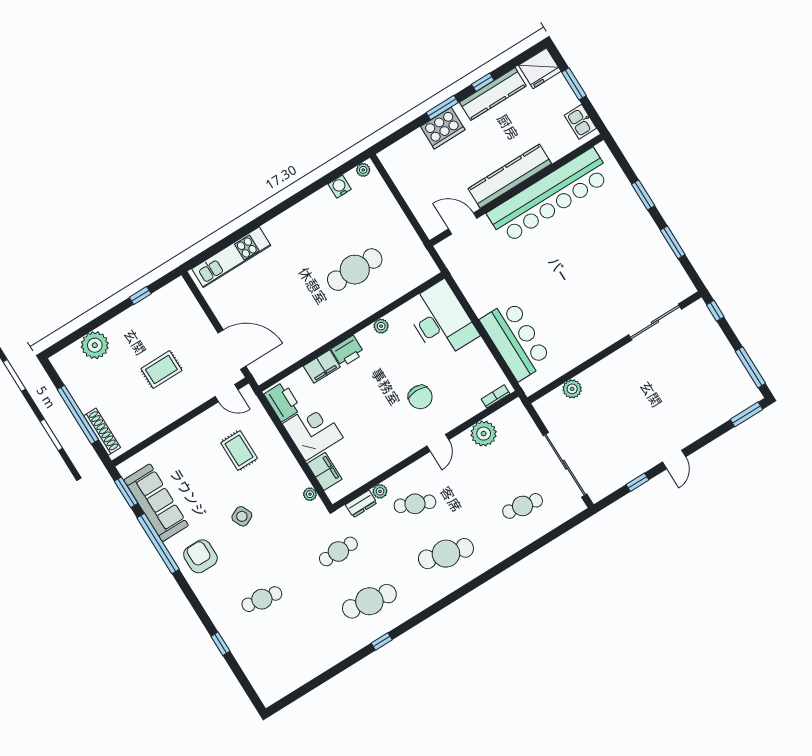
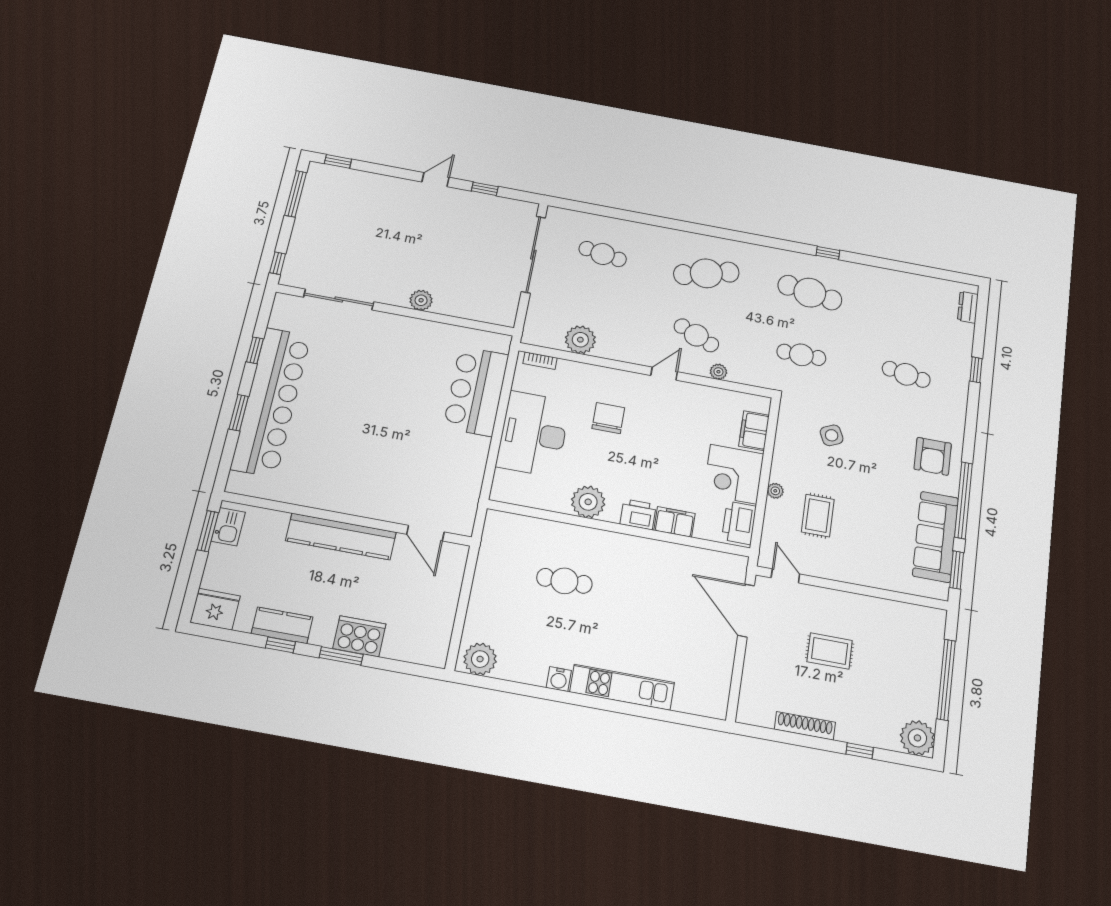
window: (574, 84) -> (208, 531), moved
kitchen counter: (493, 94) -> (282, 625), width x0.67
plant: (363, 170) -> (480, 659), width x1.87, depth x1.87
water cooler: (340, 187) -> (559, 679), moved
bar counter: (549, 196) -> (271, 402), moved, turned 90
window: (673, 242) -> (255, 350), width x0.67
kitchen unit: (231, 257) -> (622, 687), moved
cafe table: (355, 270) -> (564, 581), width x0.73, depth x0.74
window: (140, 296) -> (860, 751), moved
desk: (441, 320) -> (533, 434), moved
plant: (381, 326) -> (588, 502), width x1.88, depth x1.88
plant: (95, 345) -> (917, 738), moved
plant: (572, 389) -> (421, 300), moved
window: (746, 414) -> (338, 161), width x0.67
shoe rack: (102, 432) -> (805, 726), moved, turned 90
door: (438, 443) -> (664, 374), moved
plant: (310, 494) -> (775, 491), moved
dresser: (361, 504) -> (968, 307), moved, turned -90
side table: (242, 516) -> (832, 435), moved
cafe table: (446, 554) -> (706, 273), turned -30

